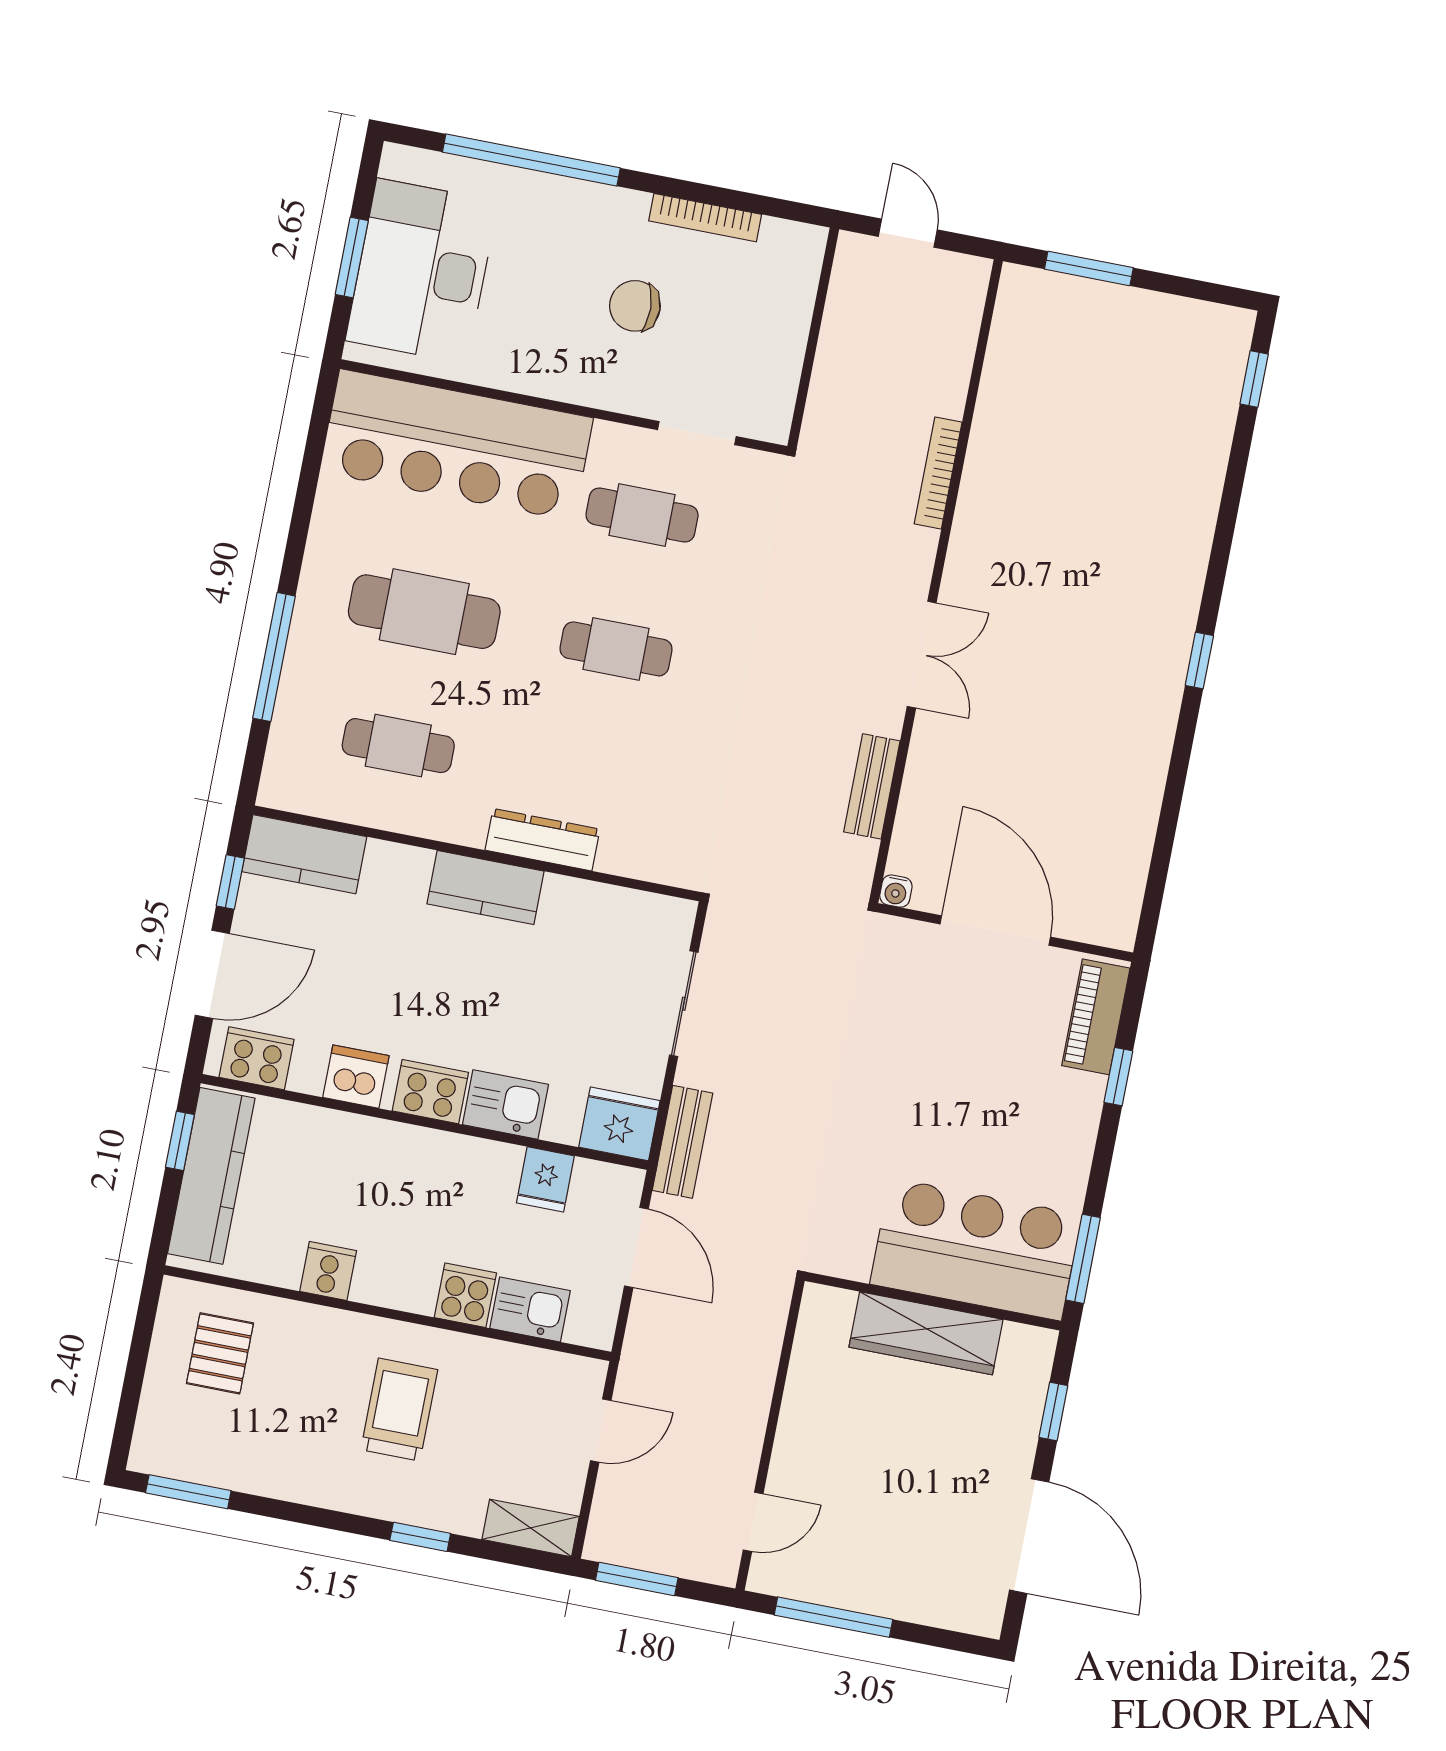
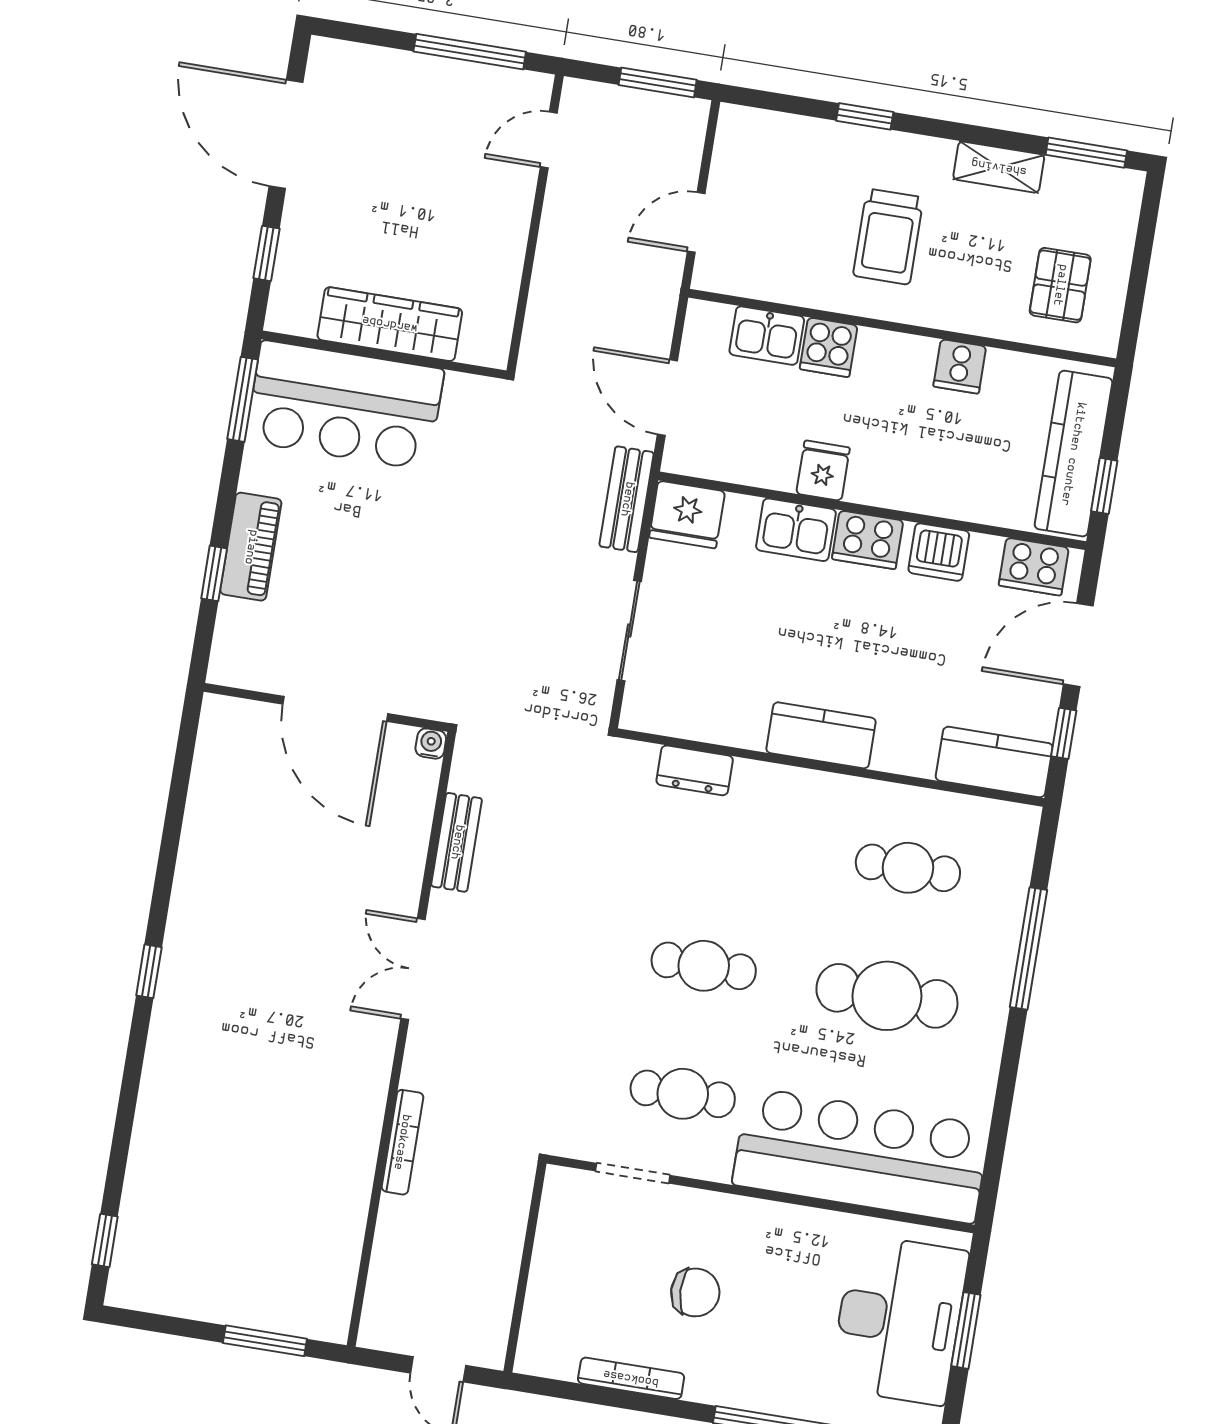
dresser: (542, 840) -> (695, 770), moved, width x0.70
piano: (1096, 1017) -> (251, 547), moved
fridge: (545, 1179) -> (823, 471), moved
shelving: (531, 1528) -> (999, 167), moved

